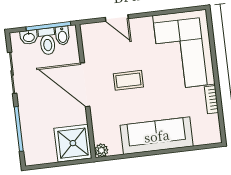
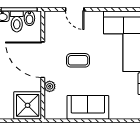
sofa: (157, 136) -> (88, 107), width x0.73
plant: (101, 150) -> (50, 86), moved

